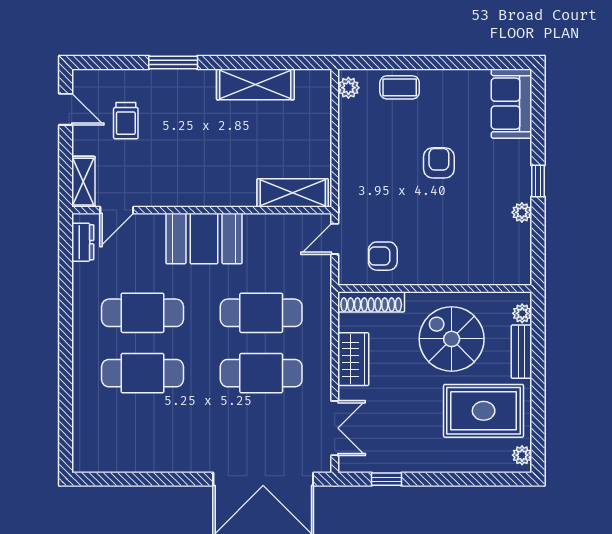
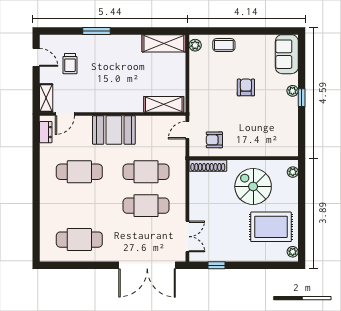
shelving: (255, 84) -> (164, 43), moved
plant: (522, 212) -> (293, 91), moved
bench: (521, 352) -> (292, 194), removed
wardrobe: (353, 359) -> (198, 198), removed
cafe table: (143, 373) -> (79, 240), moved

